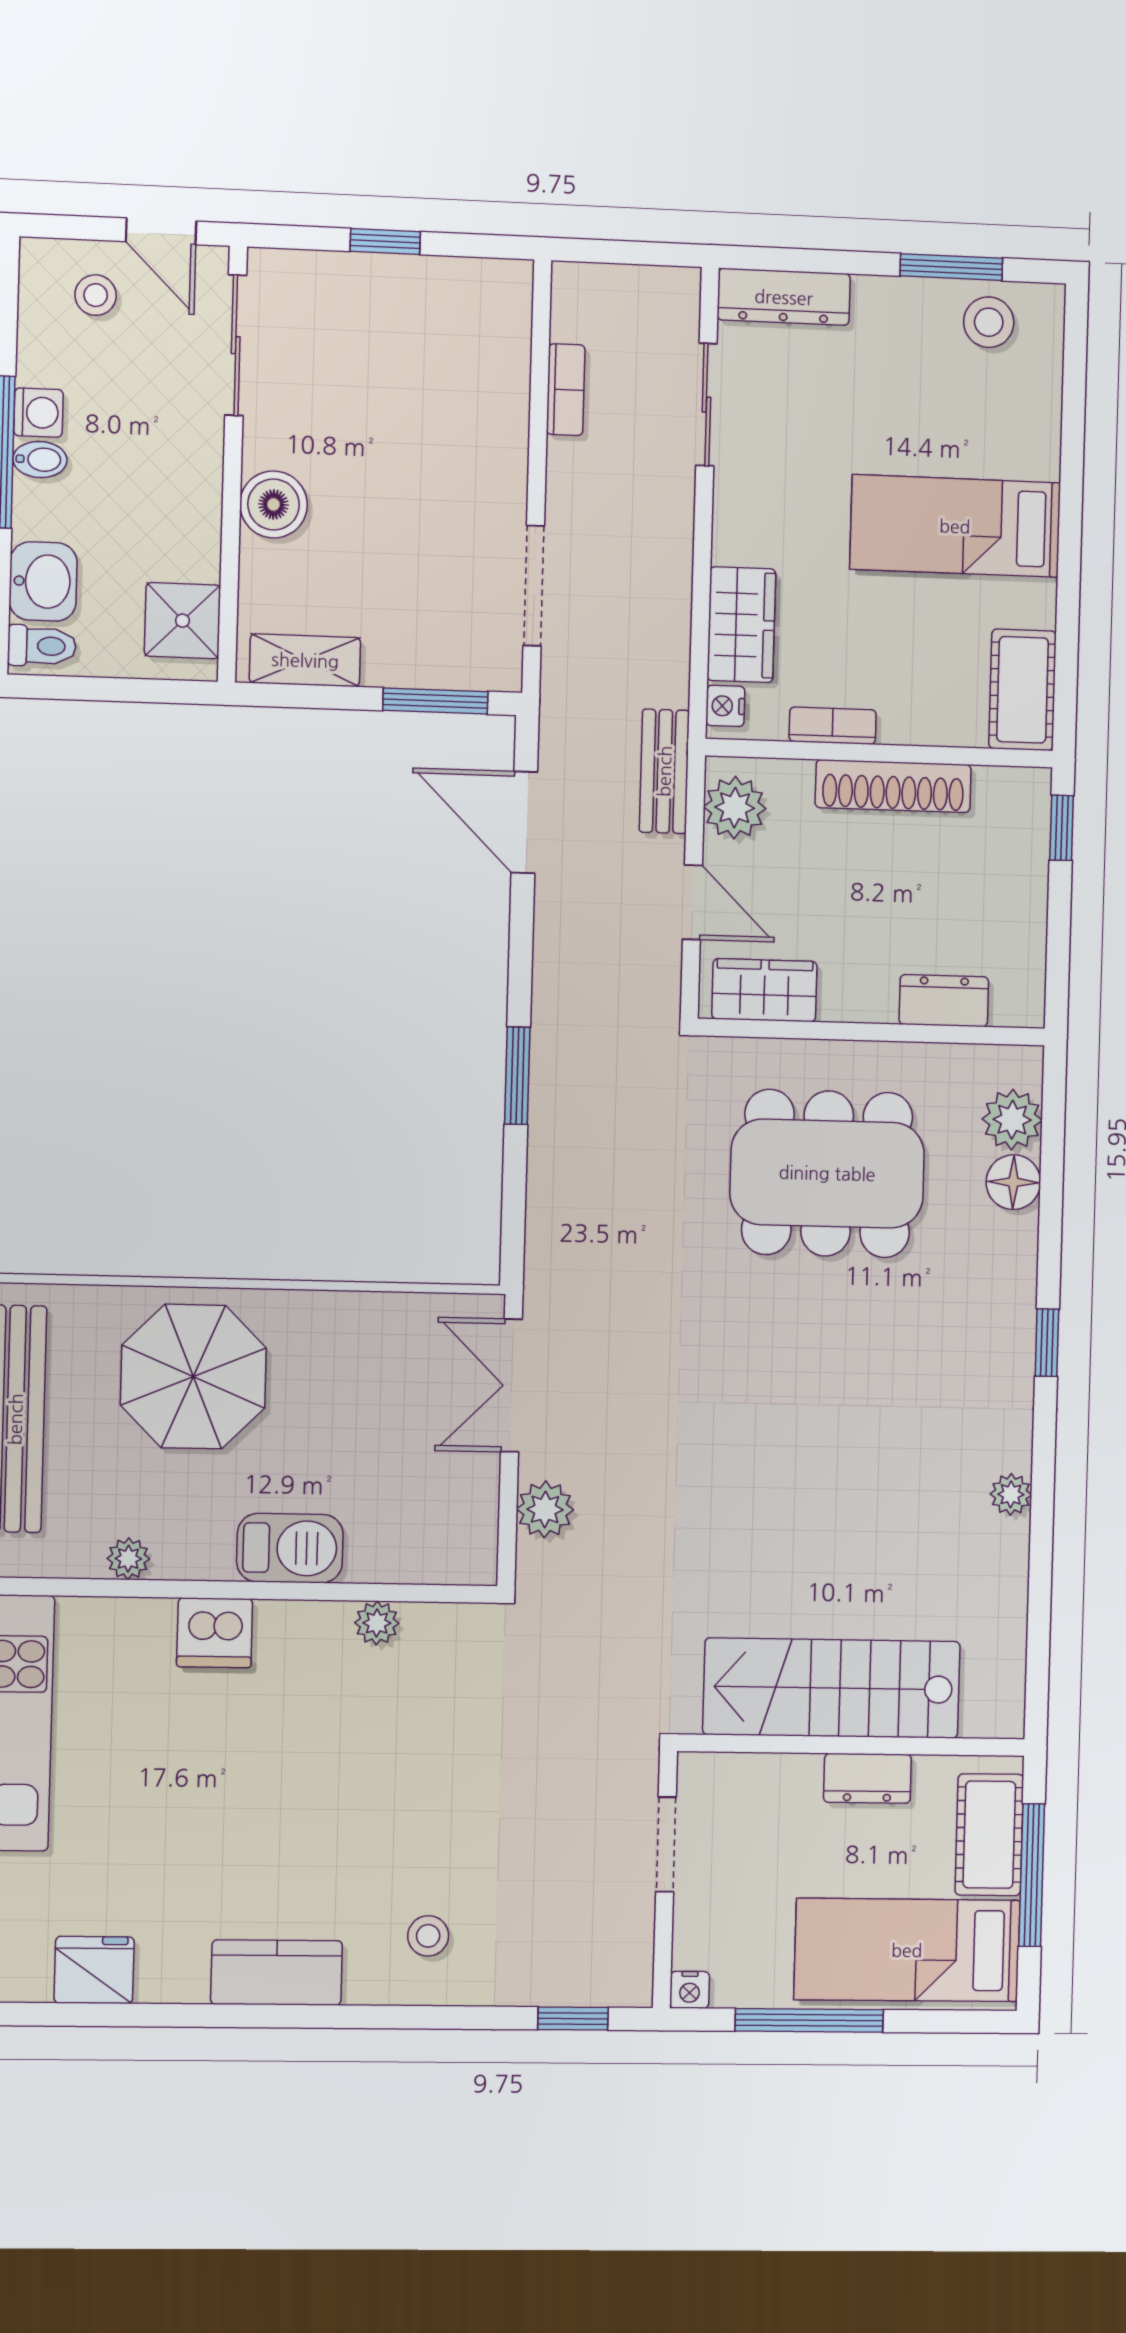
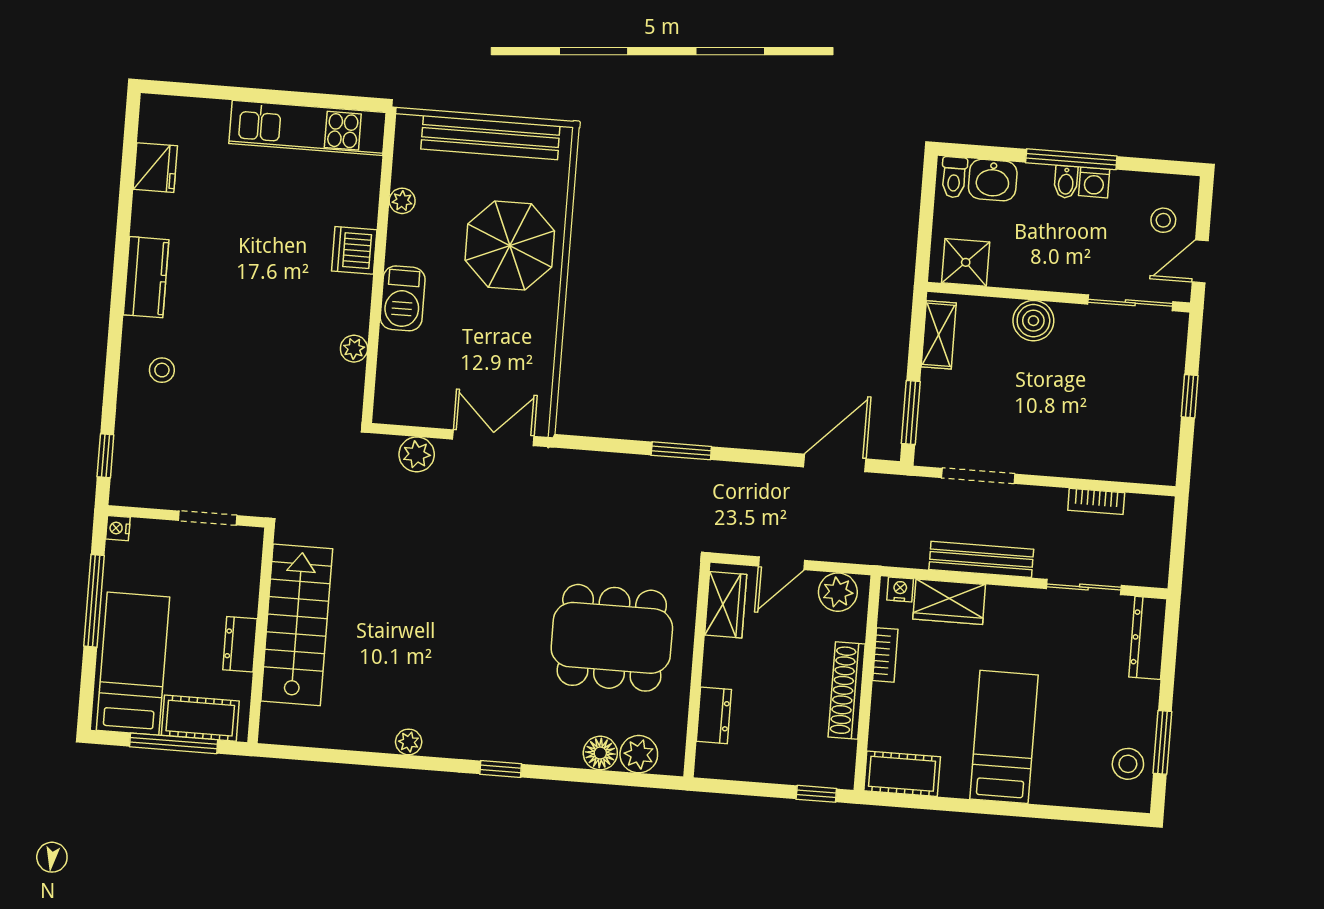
bench: (664, 771) -> (981, 559), moved, width x1.36
dining table: (827, 1173) -> (612, 638), turned 90

